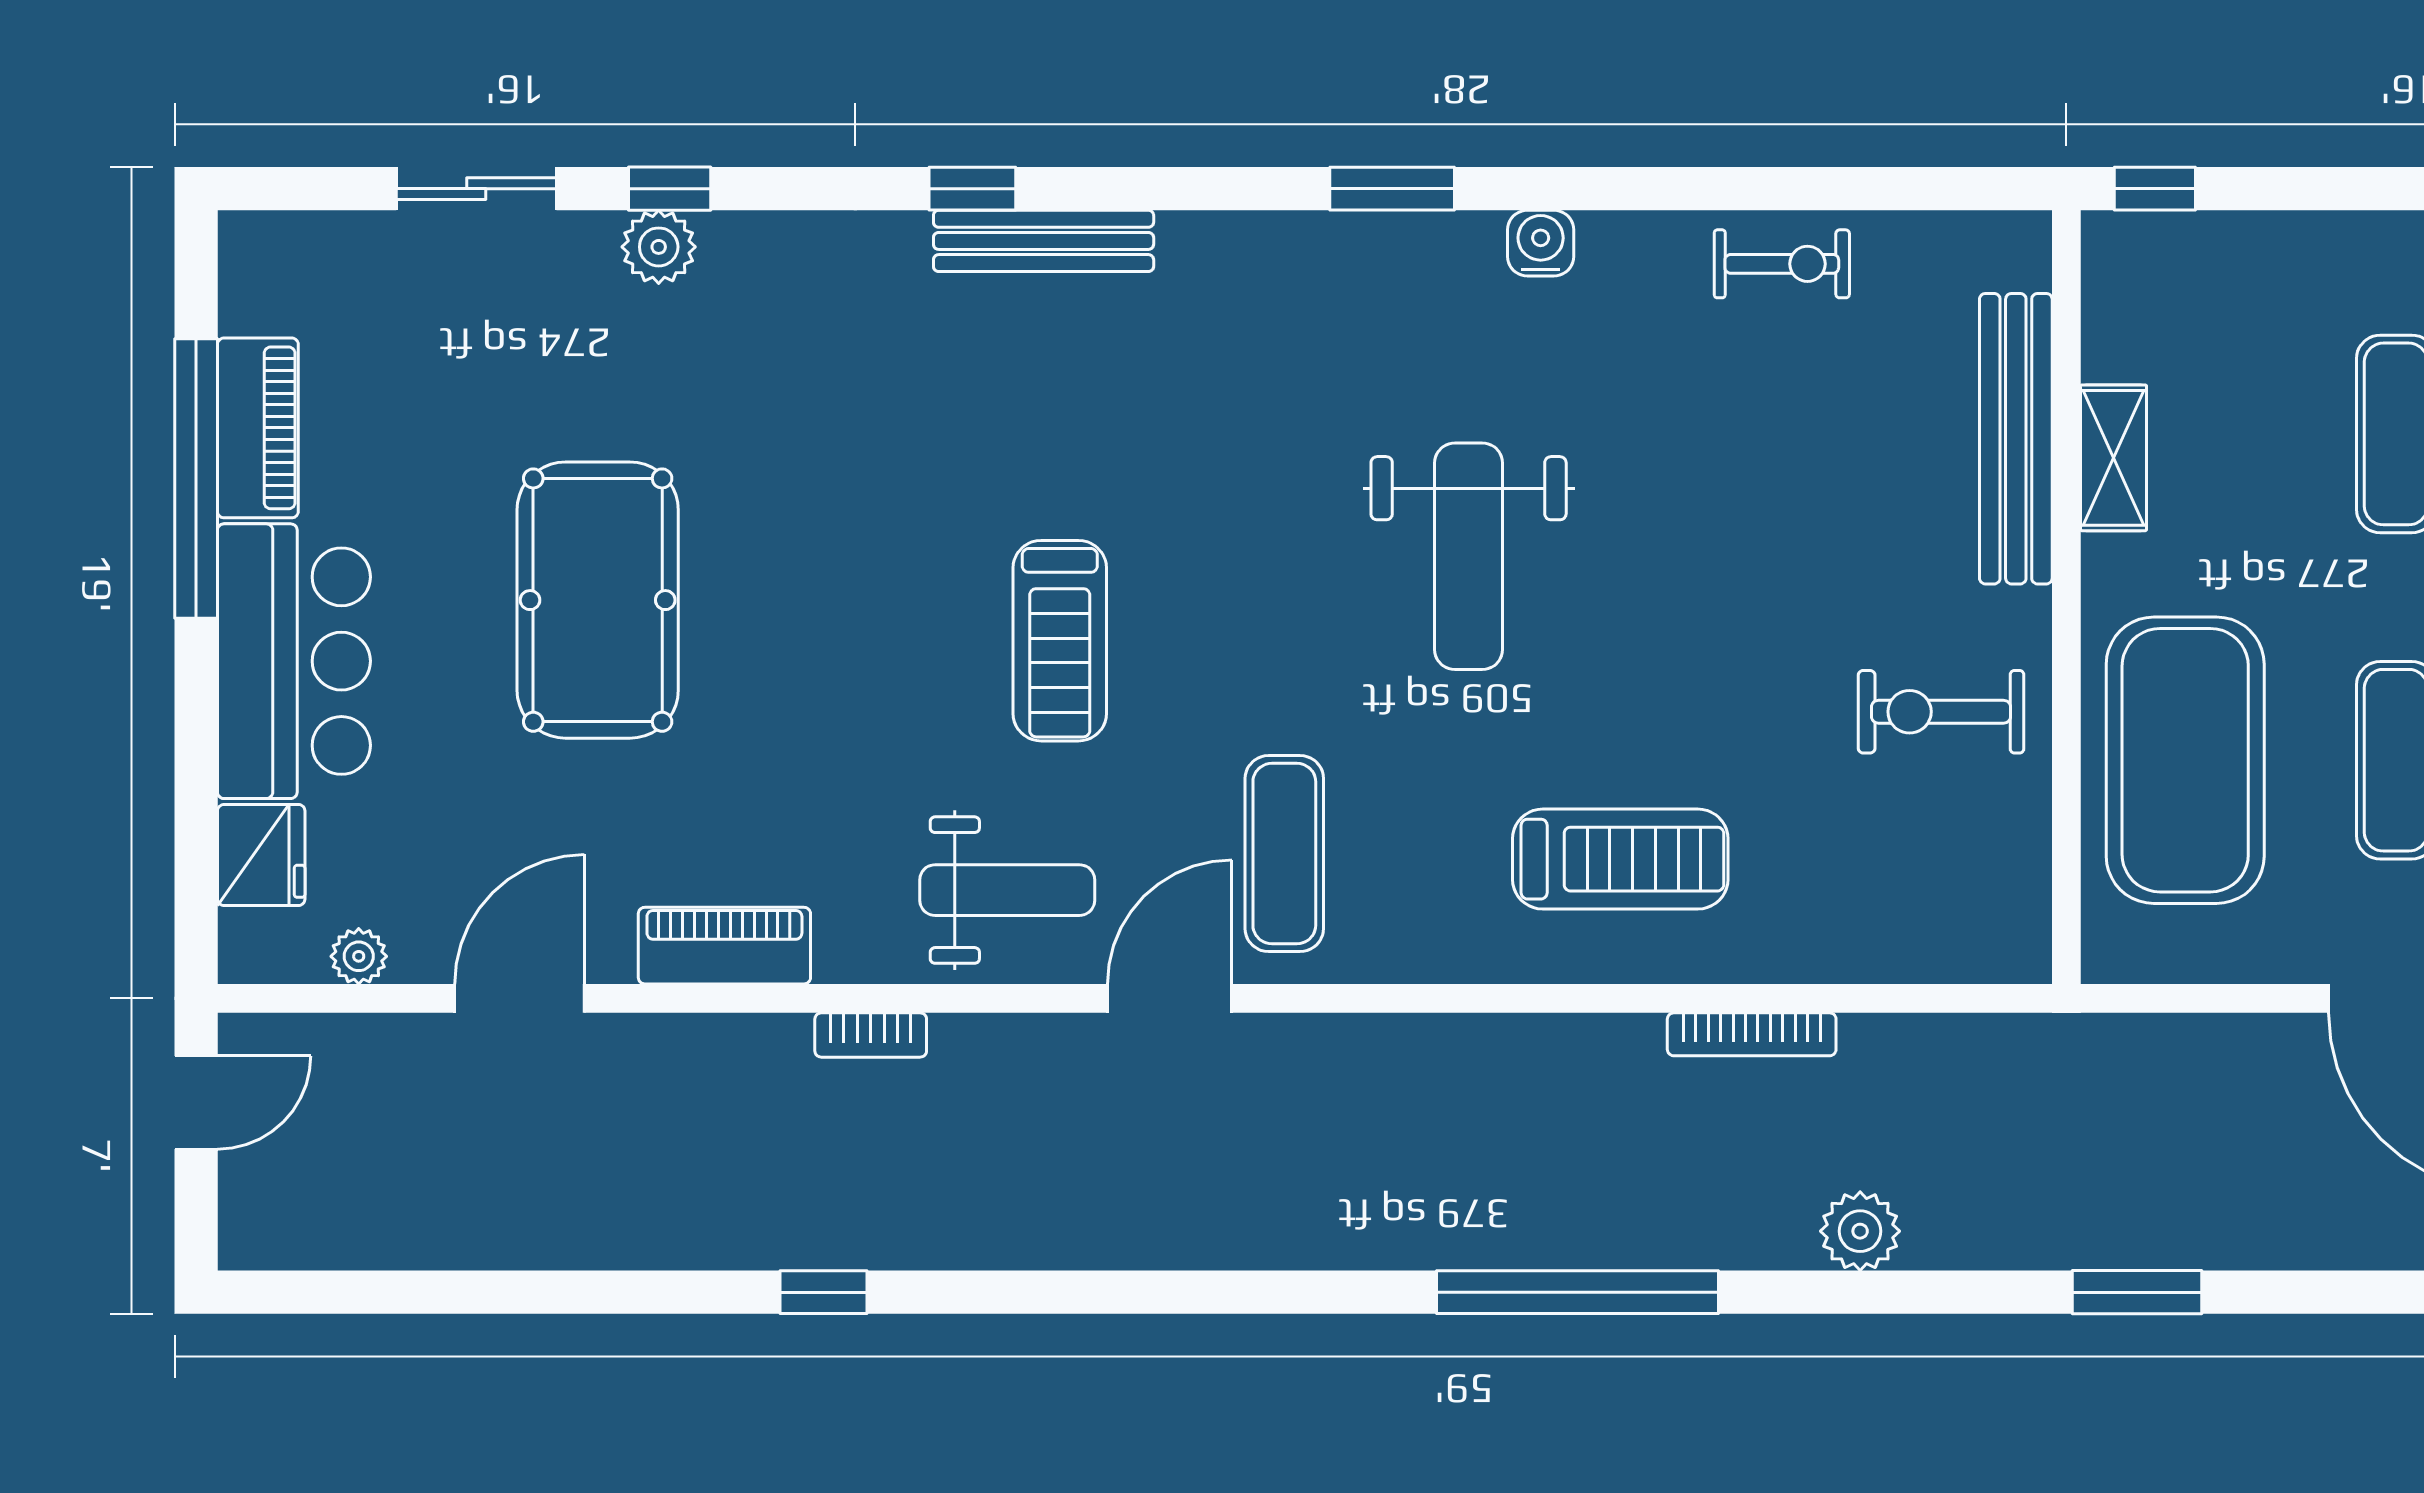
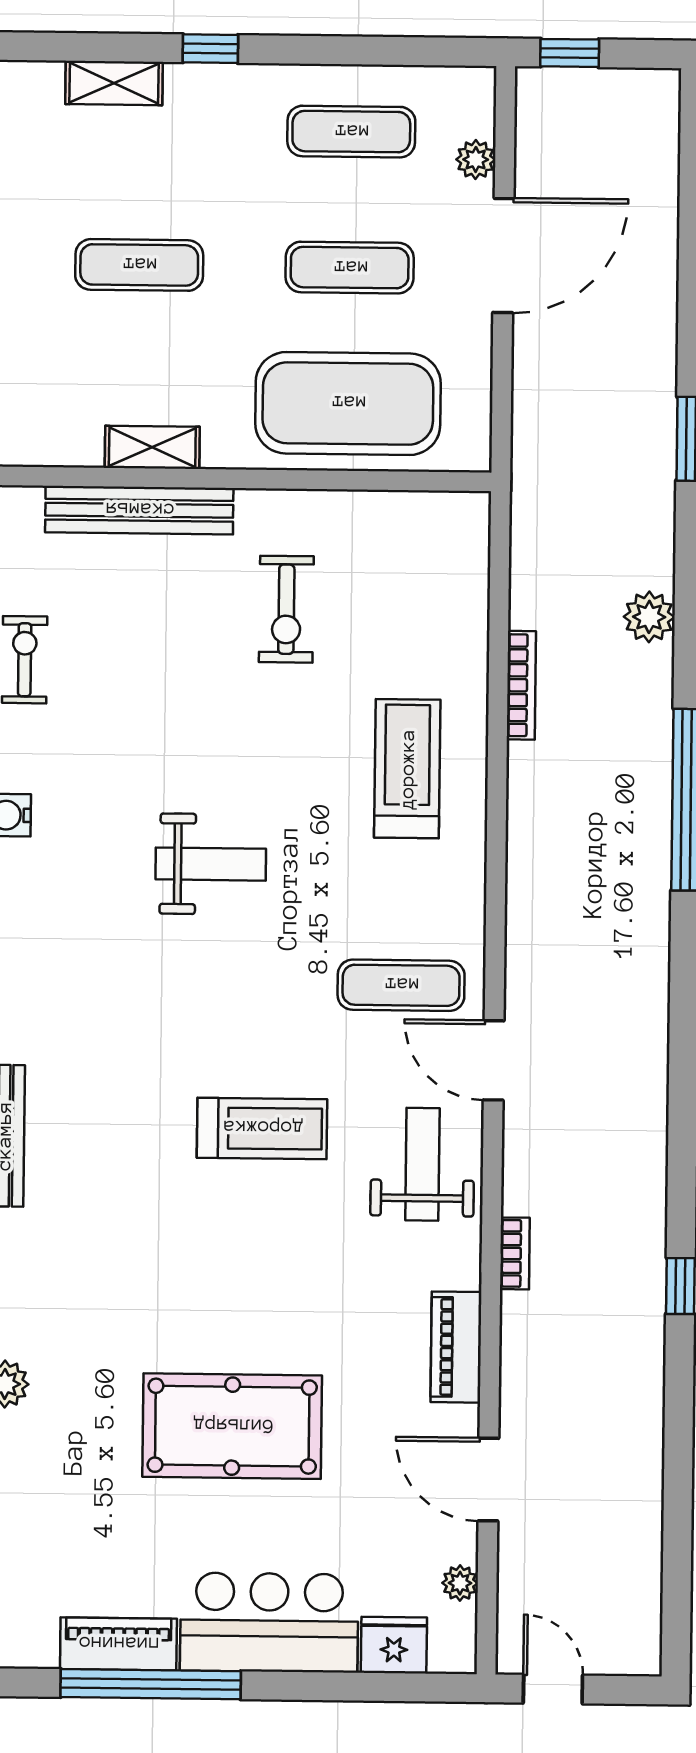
weight bench: (1469, 556) -> (211, 864), width x0.73, depth x0.75
exercise bike: (1941, 712) -> (286, 609), moved

